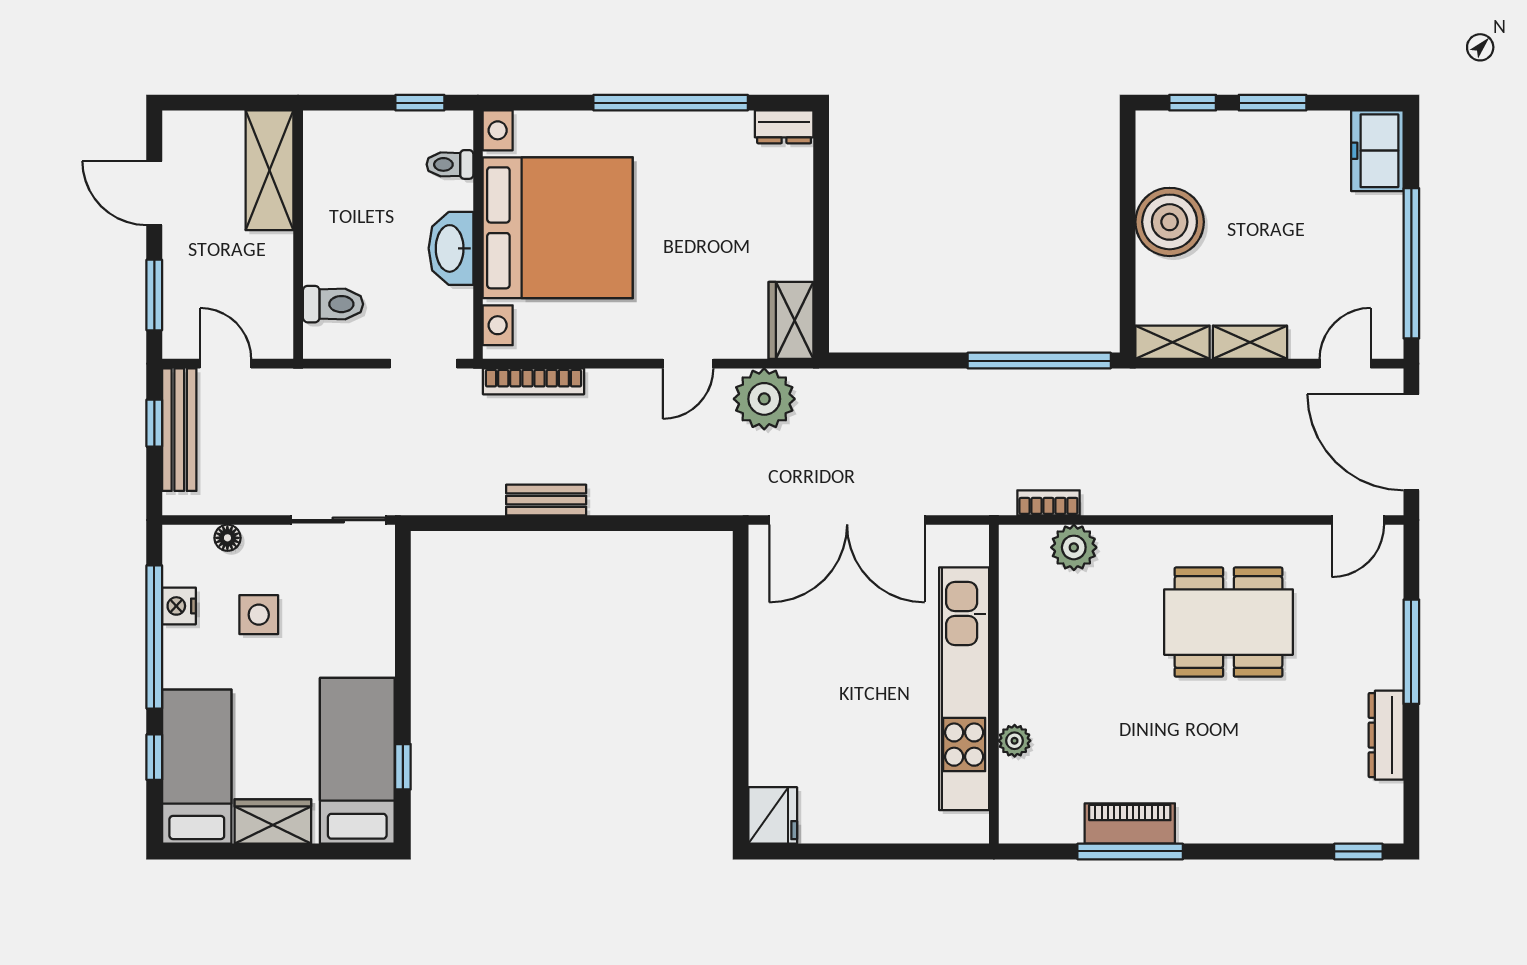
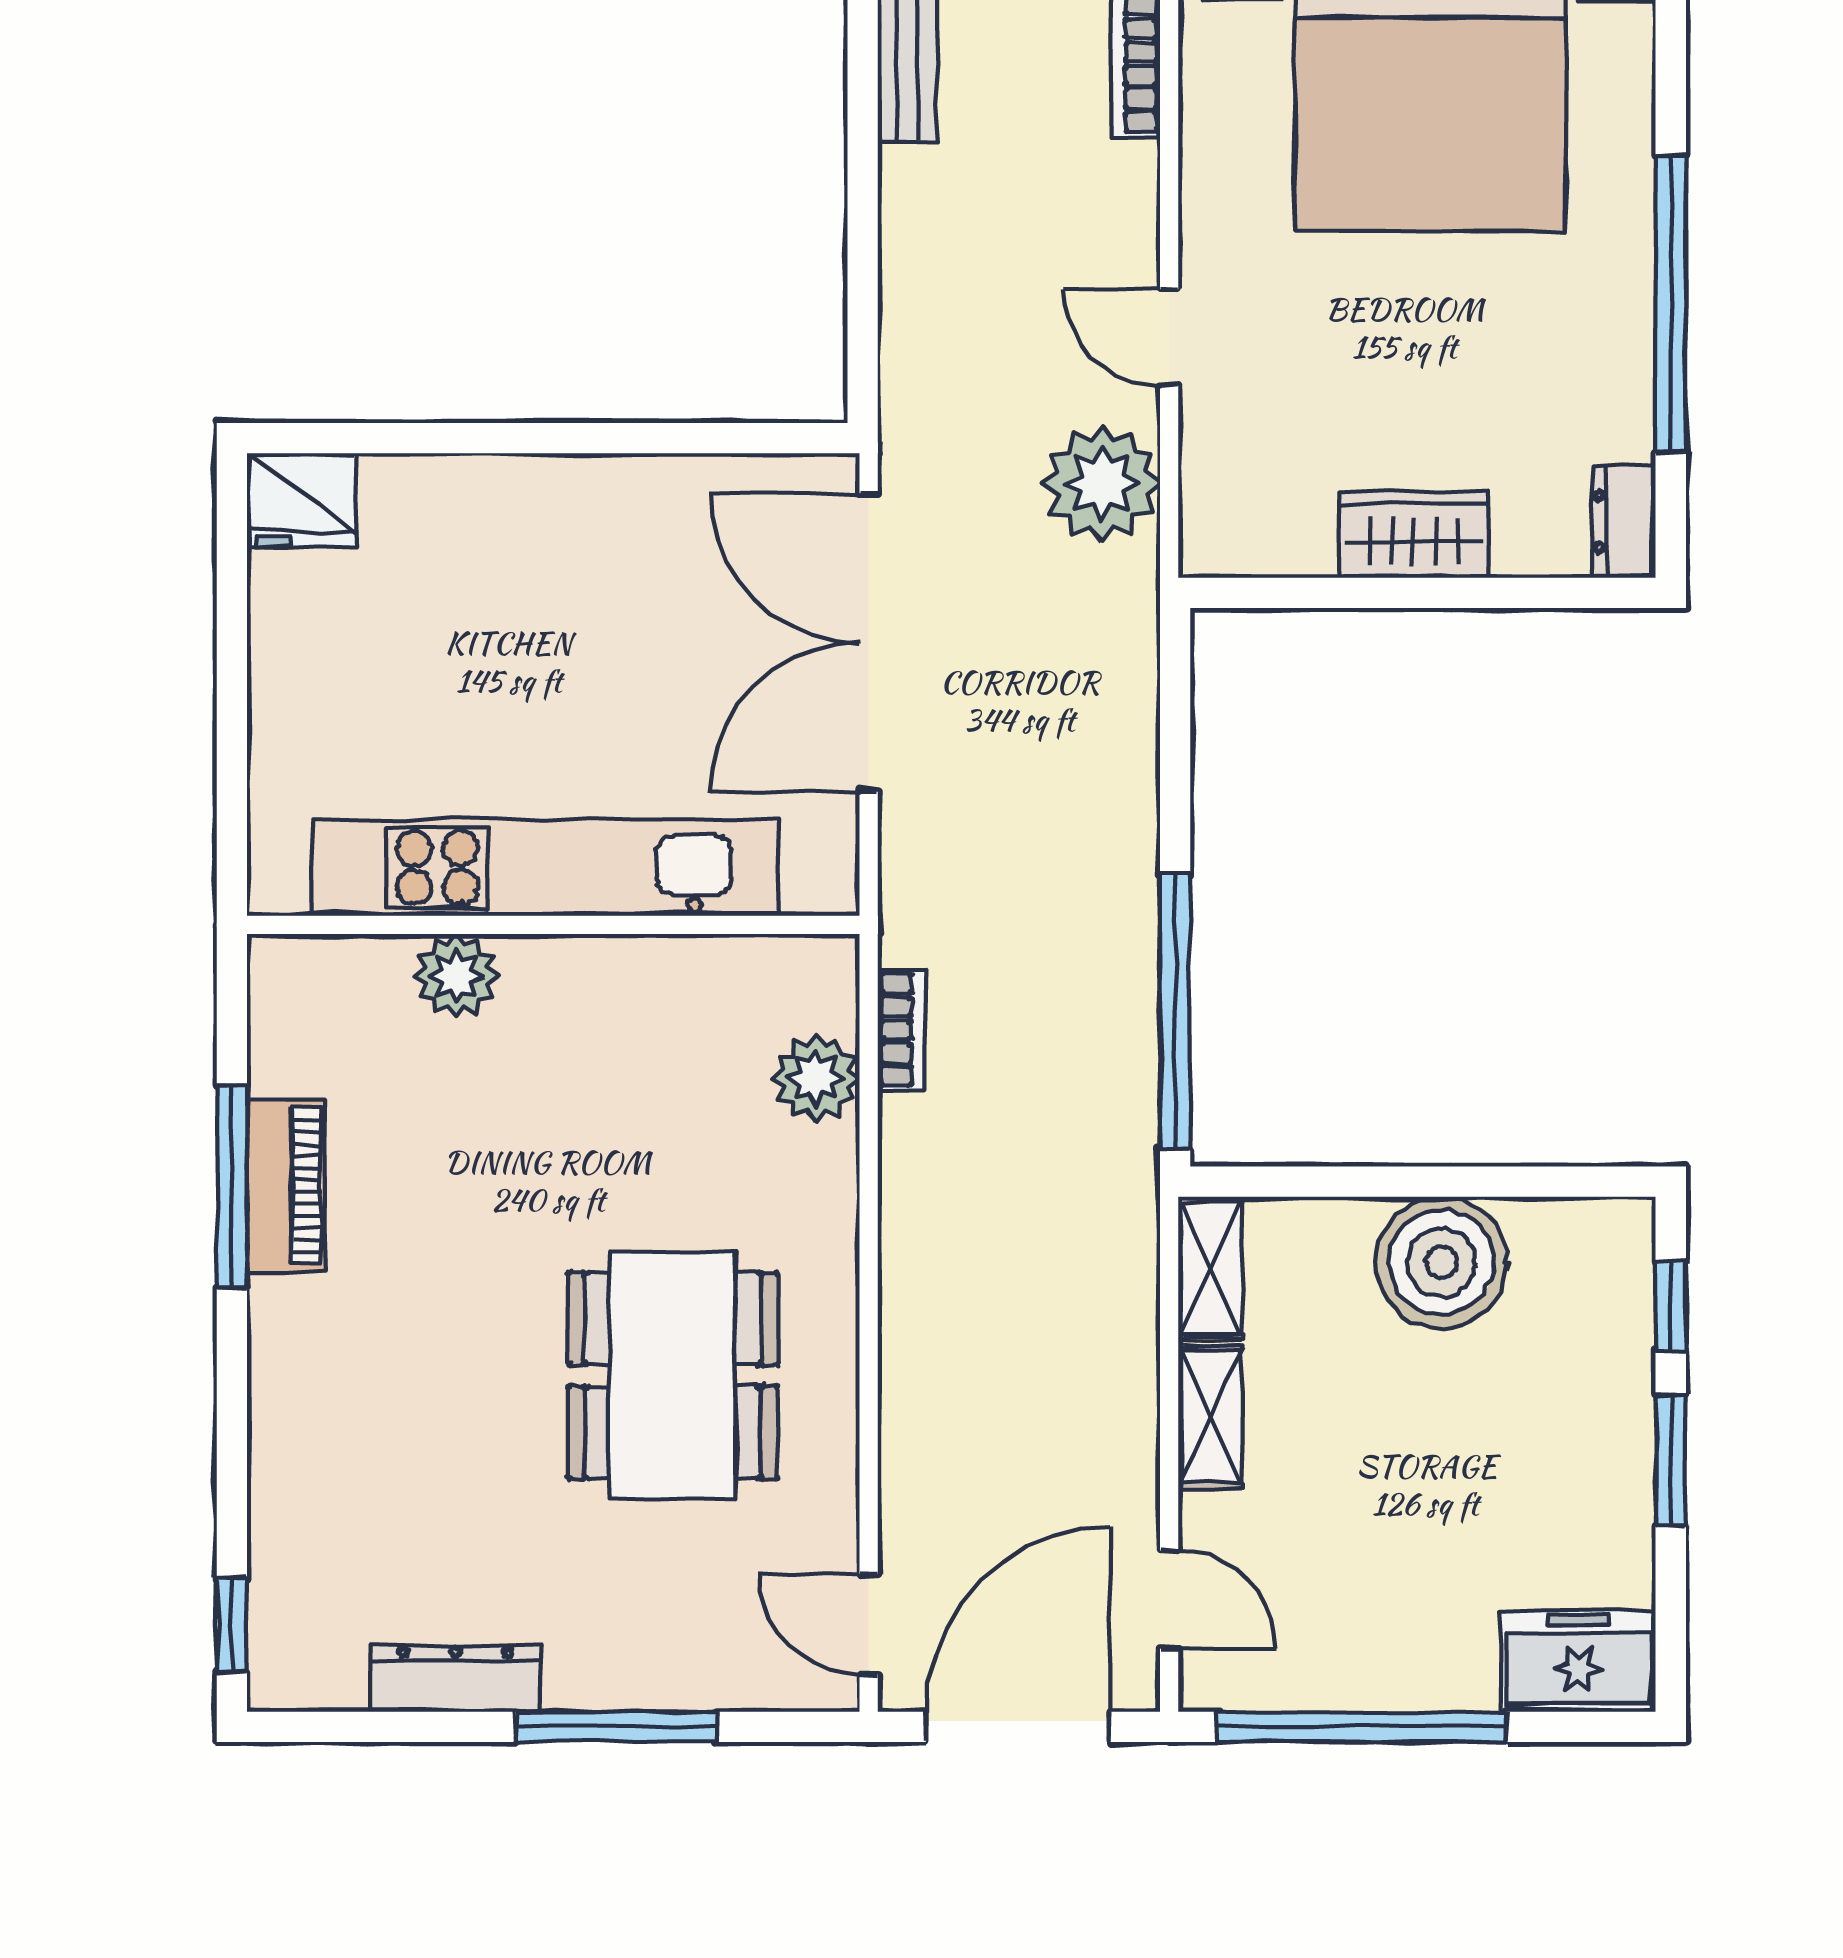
wardrobe: (791, 320) -> (1414, 535), moved
plant: (1015, 741) -> (456, 976), width x1.38, depth x1.38

